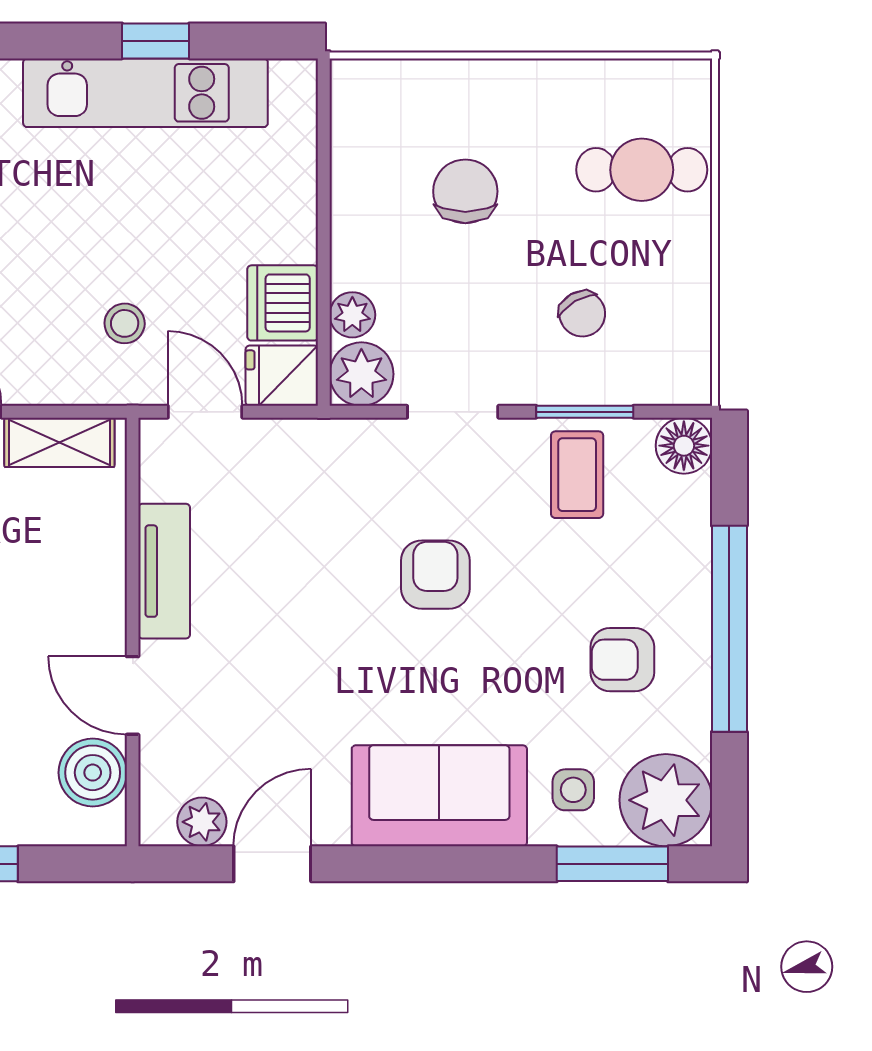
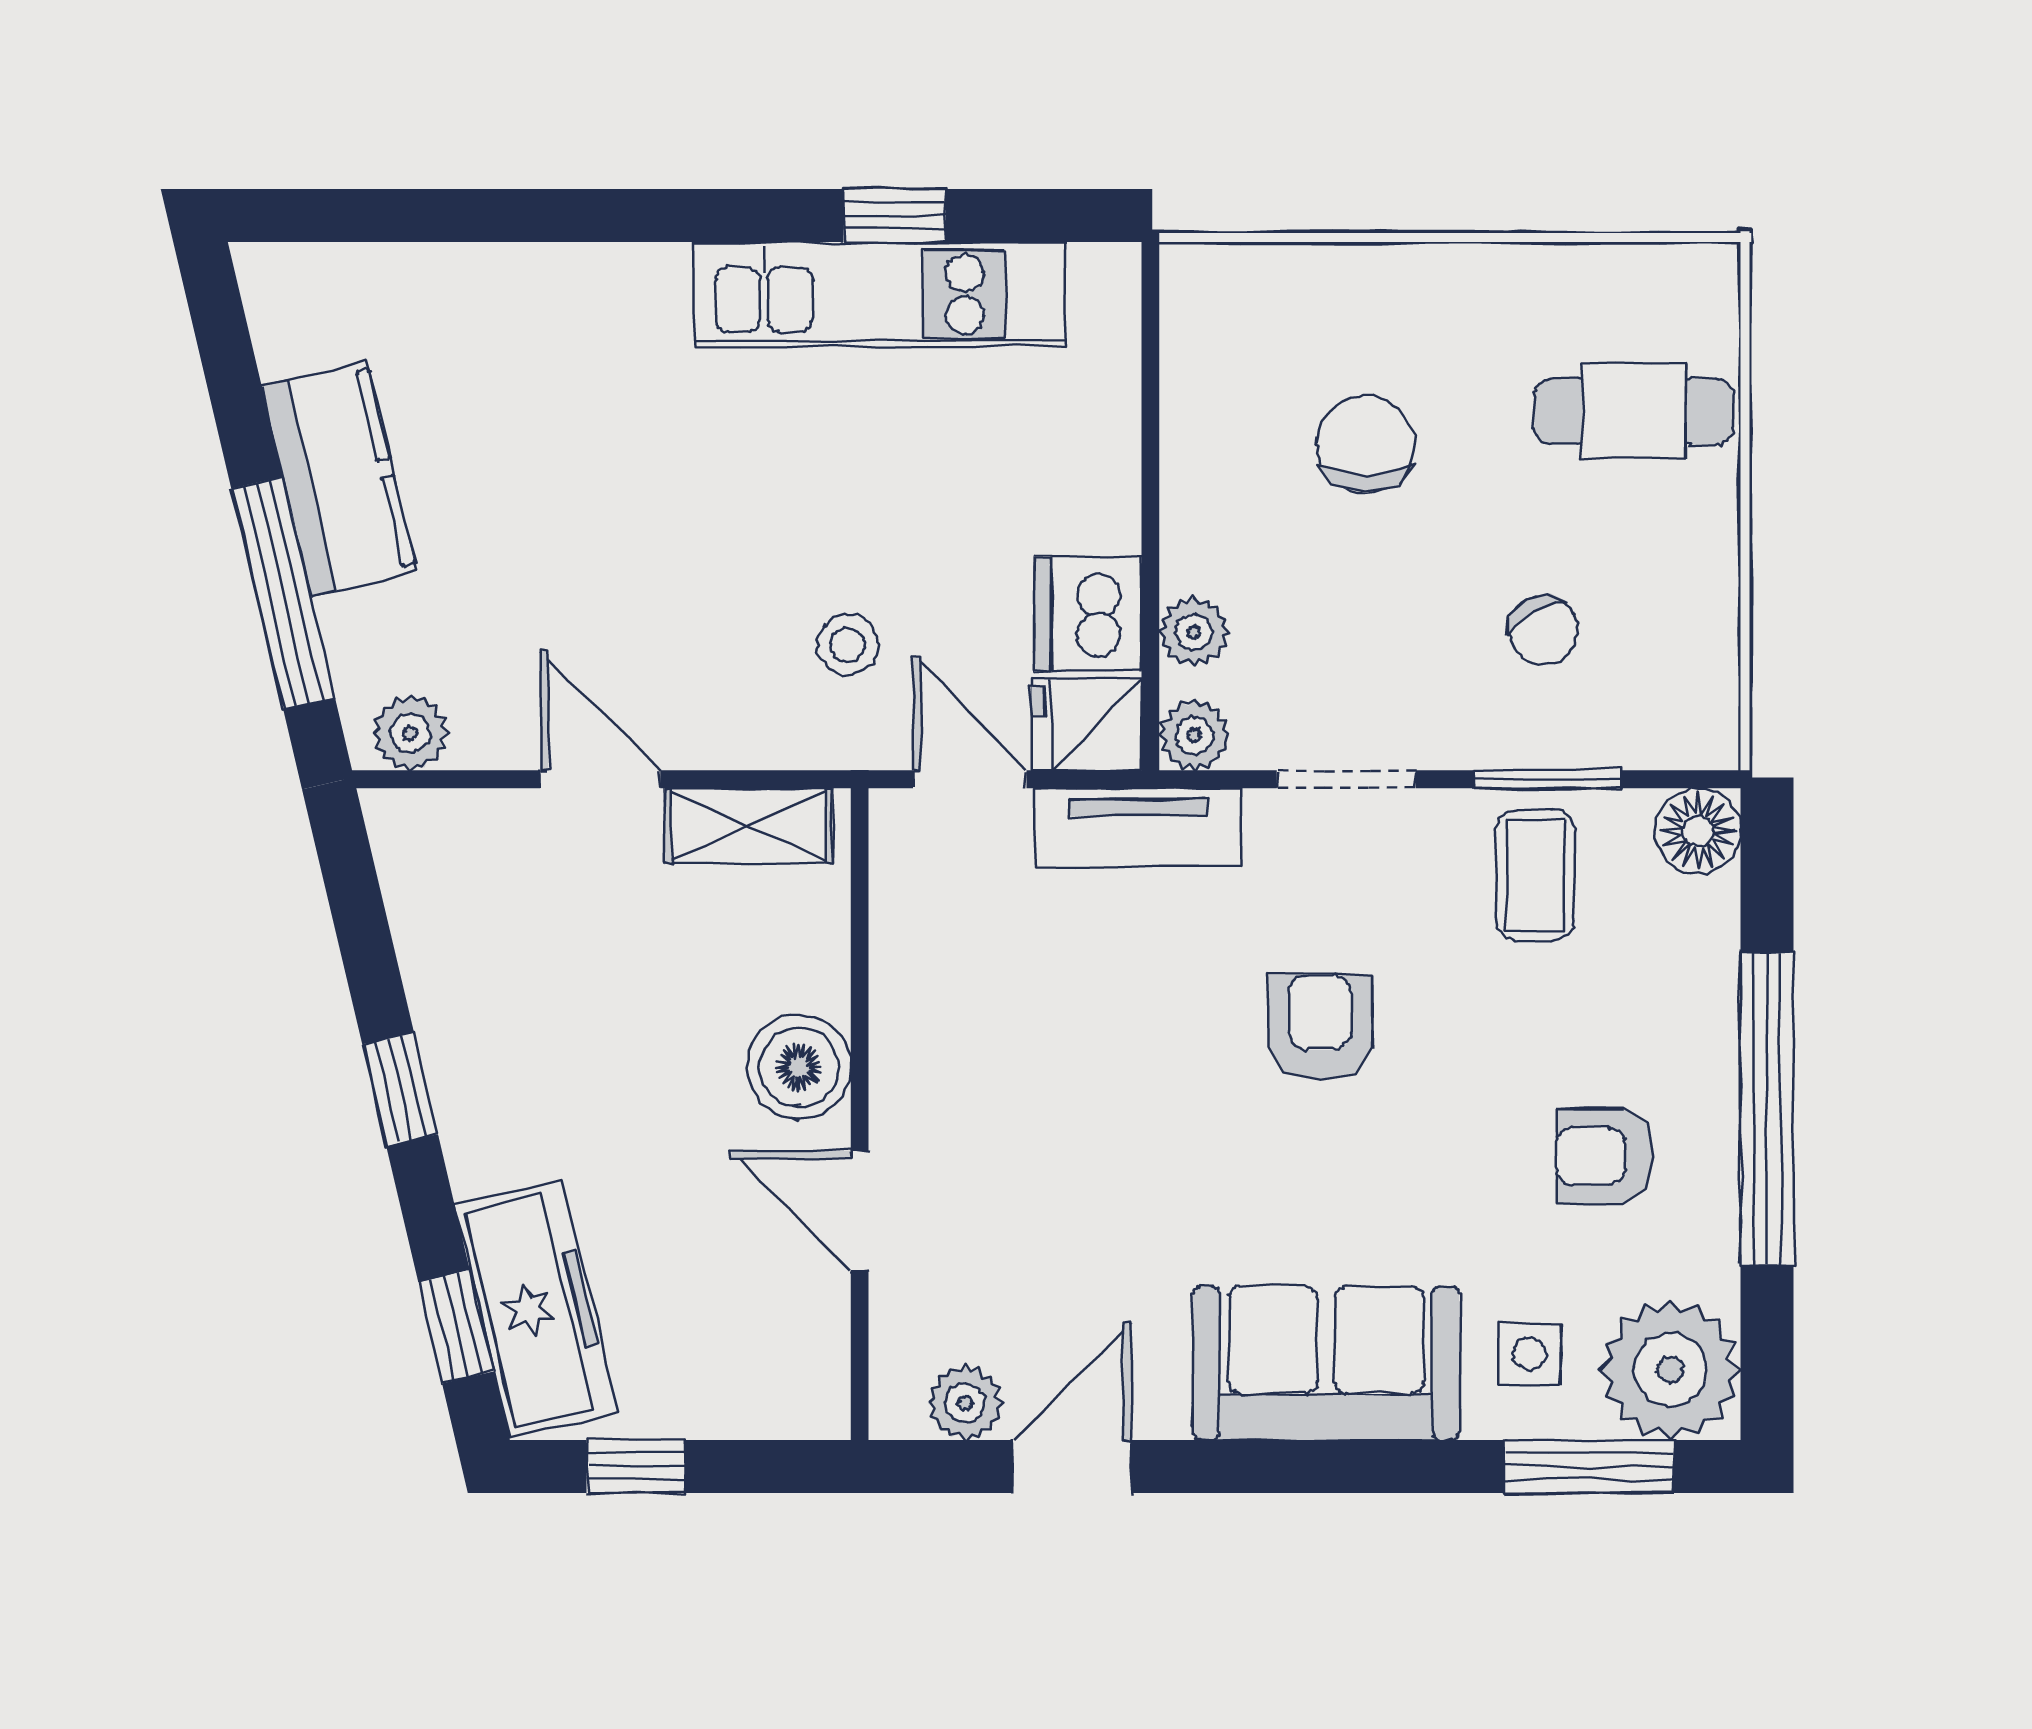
plant: (361, 374) -> (1194, 735), width x0.73, depth x0.73
tv unit: (164, 571) -> (1138, 827), moved, turned 90
boiler: (93, 773) -> (799, 1067), moved

